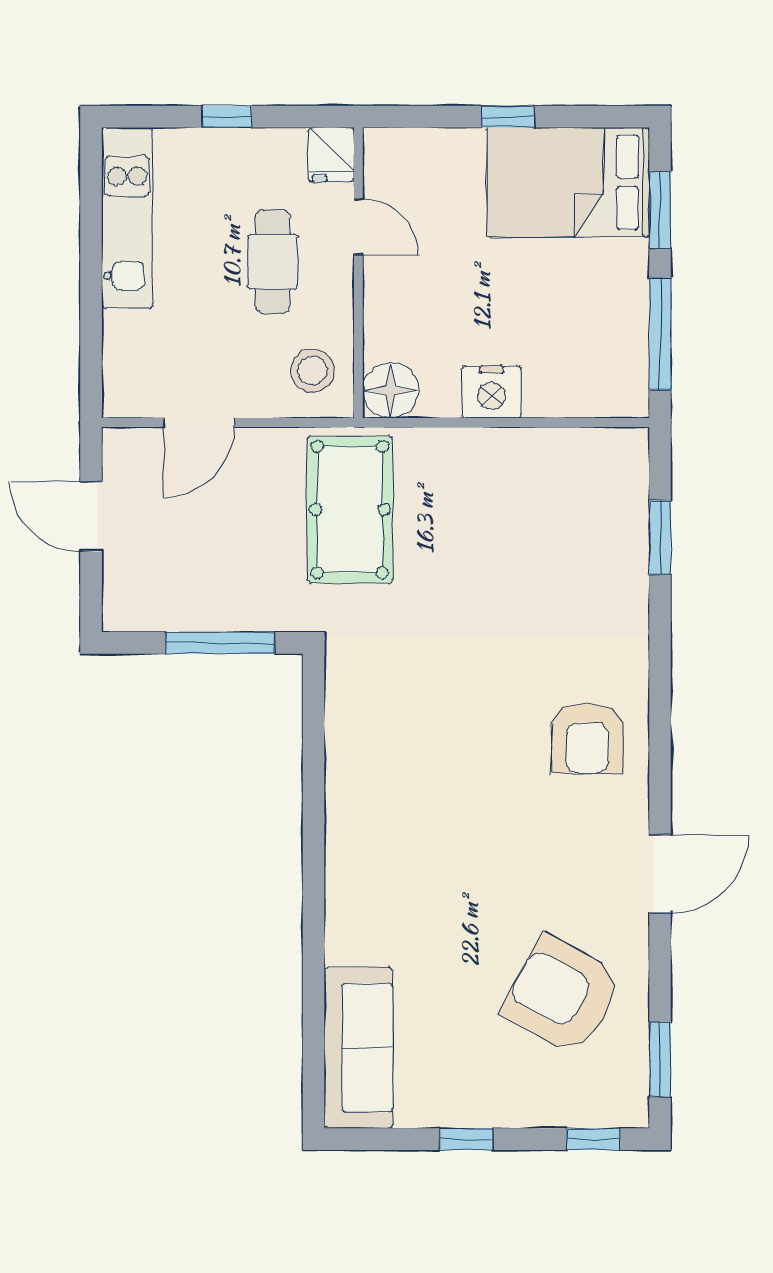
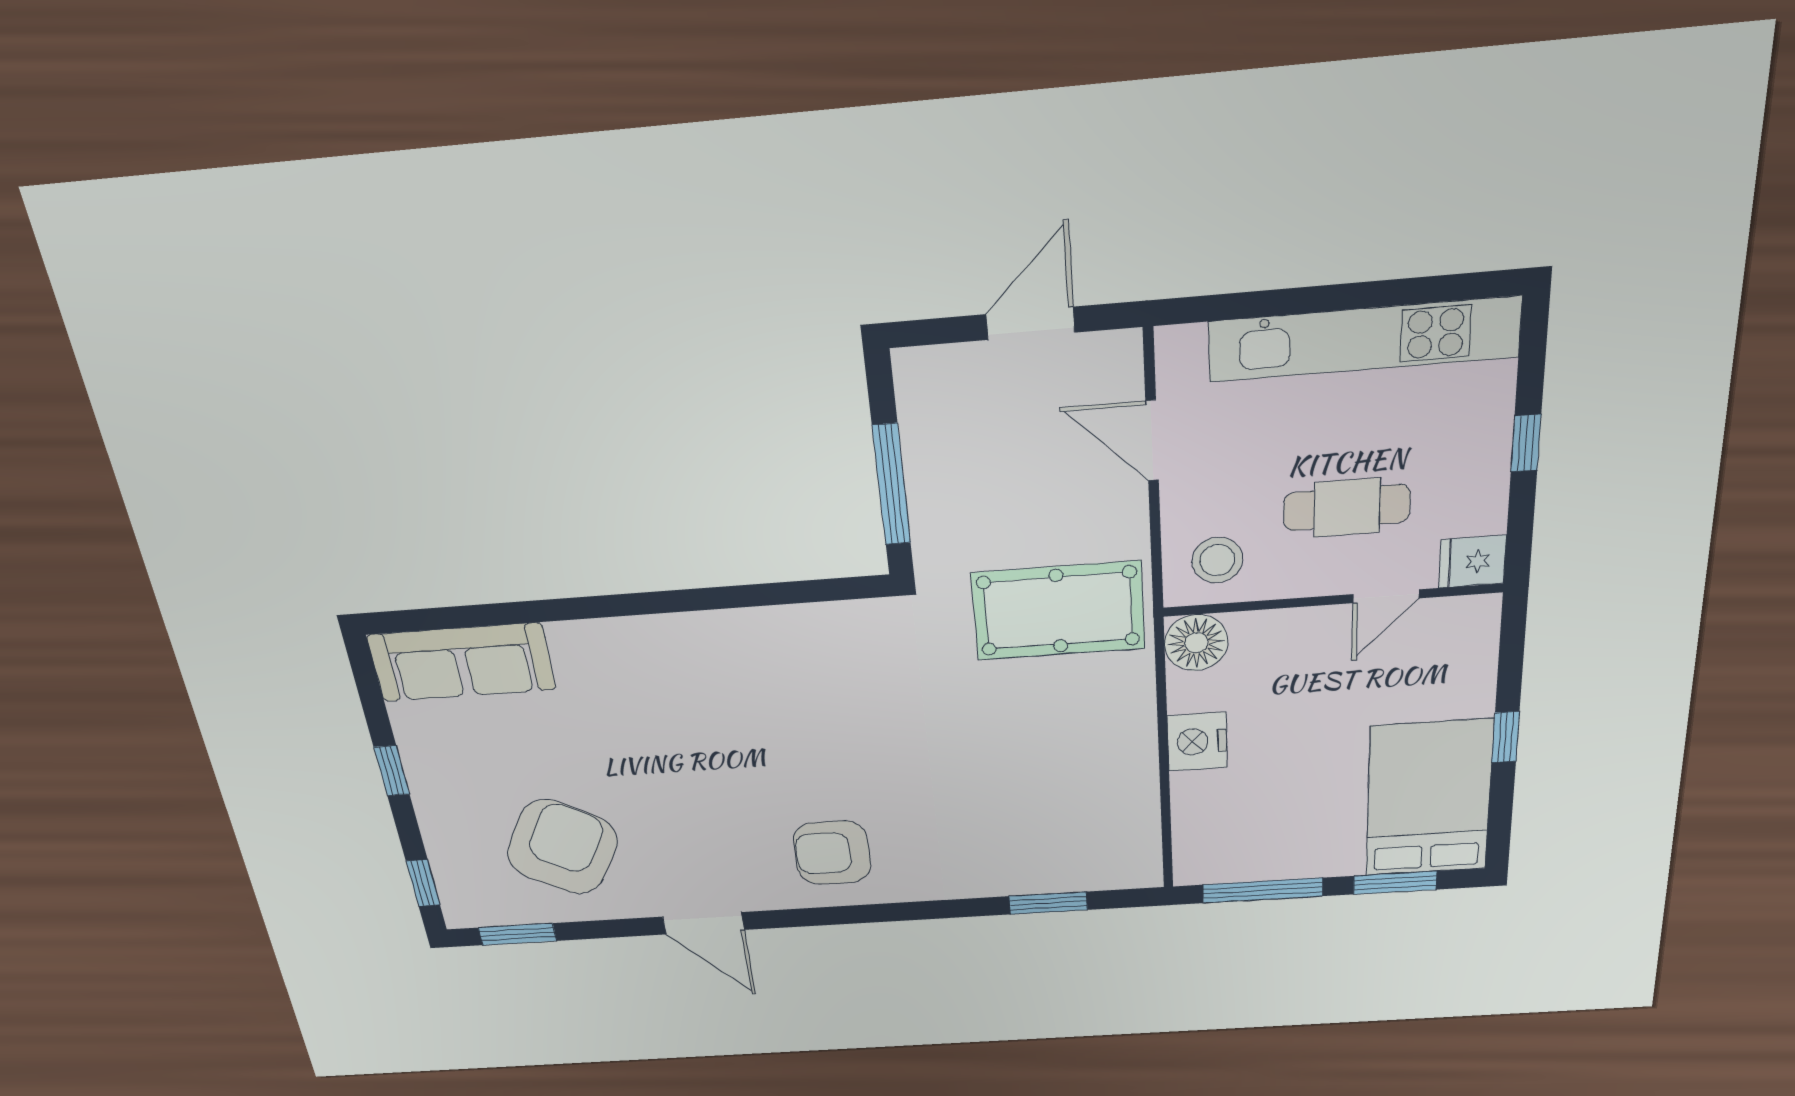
kitchen unit: (127, 218) -> (1364, 339), width x1.36

